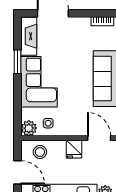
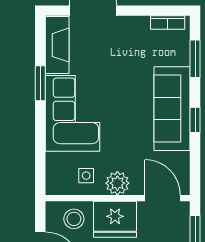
plant: (29, 128) -> (117, 183), moved
fridge: (74, 149) -> (115, 219), width x1.88, depth x1.34

